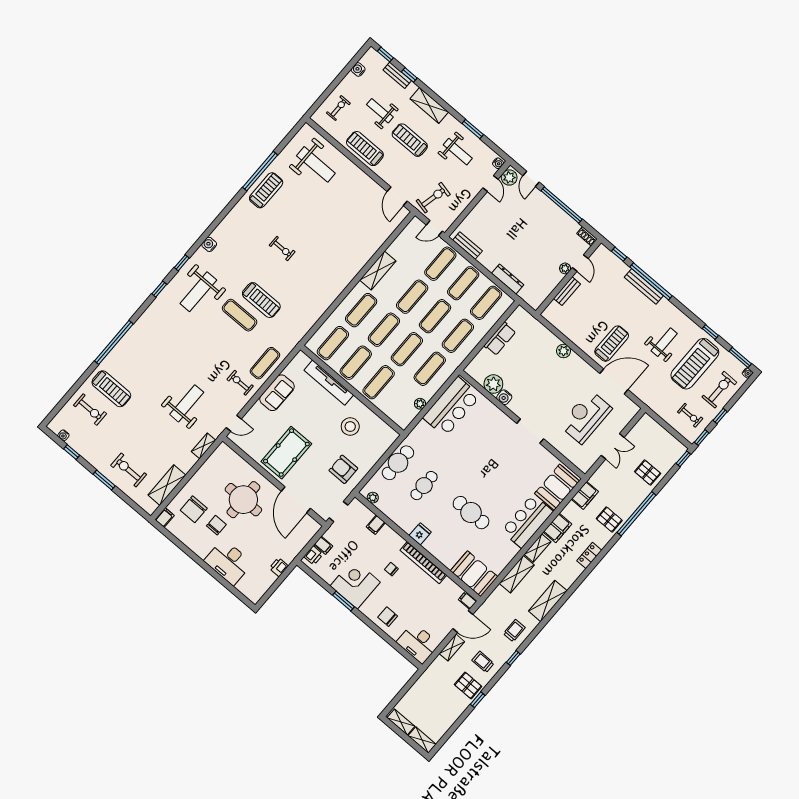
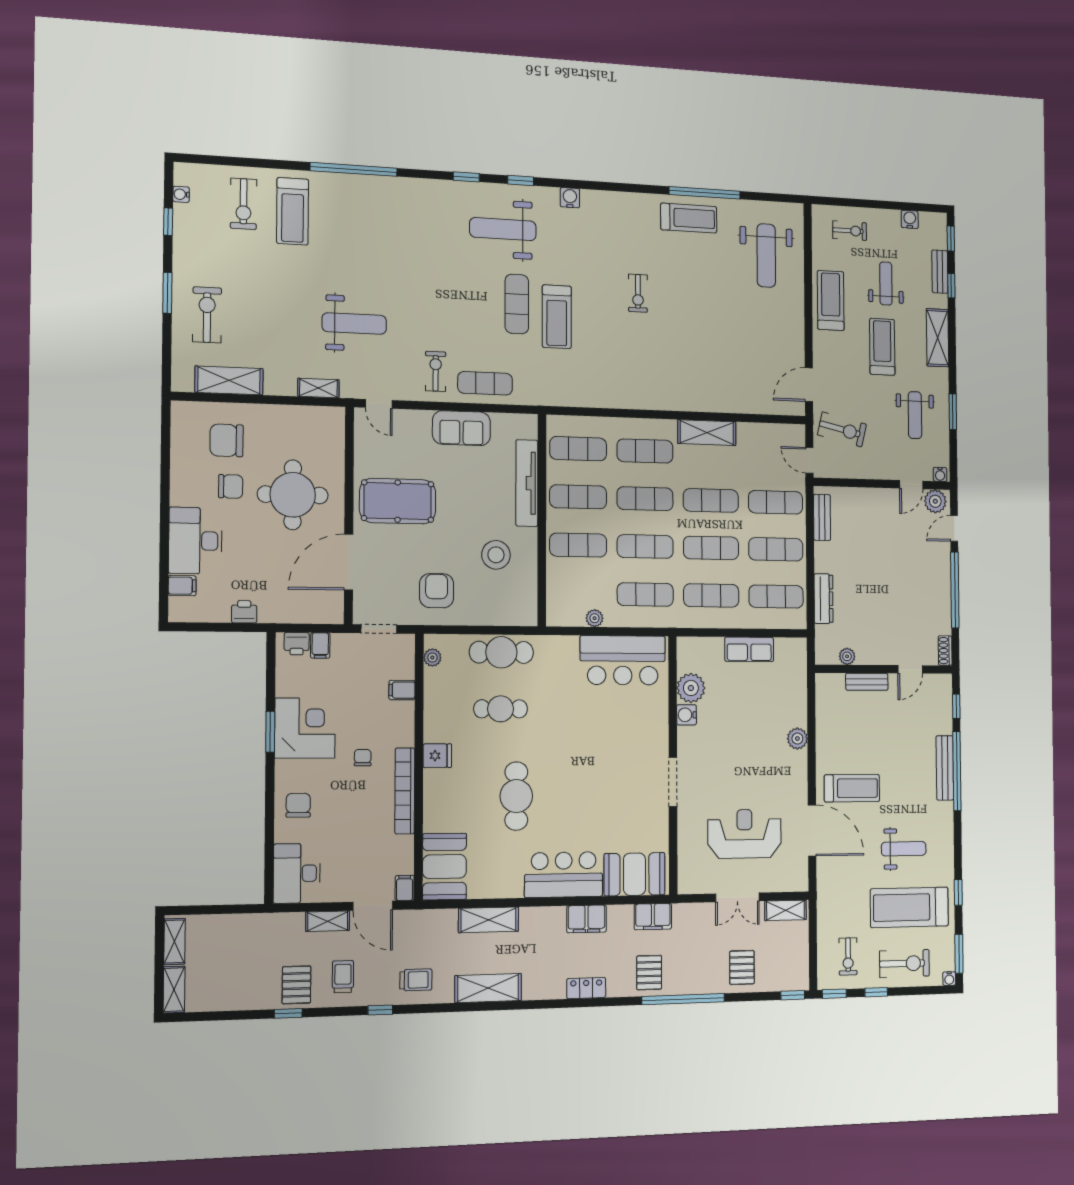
plant: (565, 268) -> (847, 656), moved
filing cabinet: (165, 517) -> (182, 586), moved
shelving: (537, 548) -> (785, 910), moved

